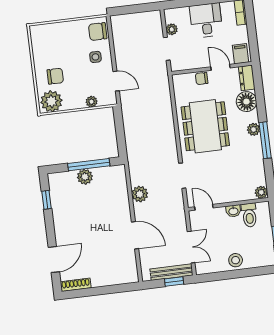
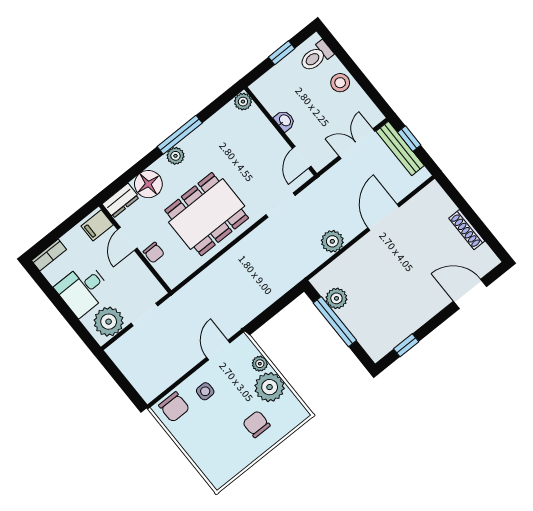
plant: (172, 29) -> (109, 322), width x1.88, depth x1.88
plant: (51, 101) -> (270, 387), moved
plant: (85, 177) -> (336, 298), moved
toilet: (249, 215) -> (316, 56), moved, turned 180
shoe rack: (76, 285) -> (467, 230), moved

